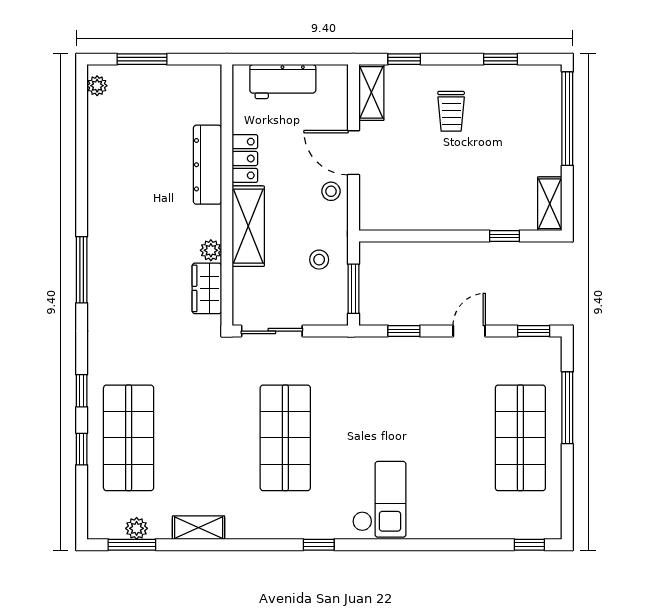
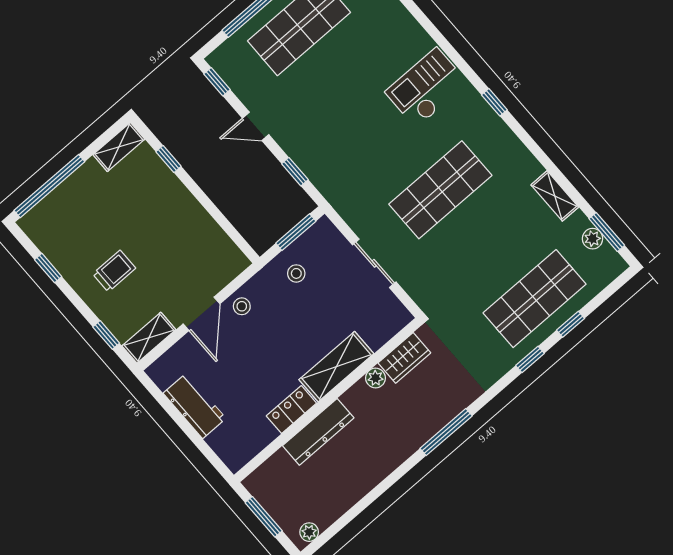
locker: (245, 159) -> (291, 410), moved
dresser: (207, 165) -> (318, 432), moved
wall: (227, 195) -> (328, 400), moved
shelving: (248, 226) -> (336, 367), moved
plant: (211, 250) -> (376, 378), moved
wardrobe: (207, 288) -> (404, 358), moved

